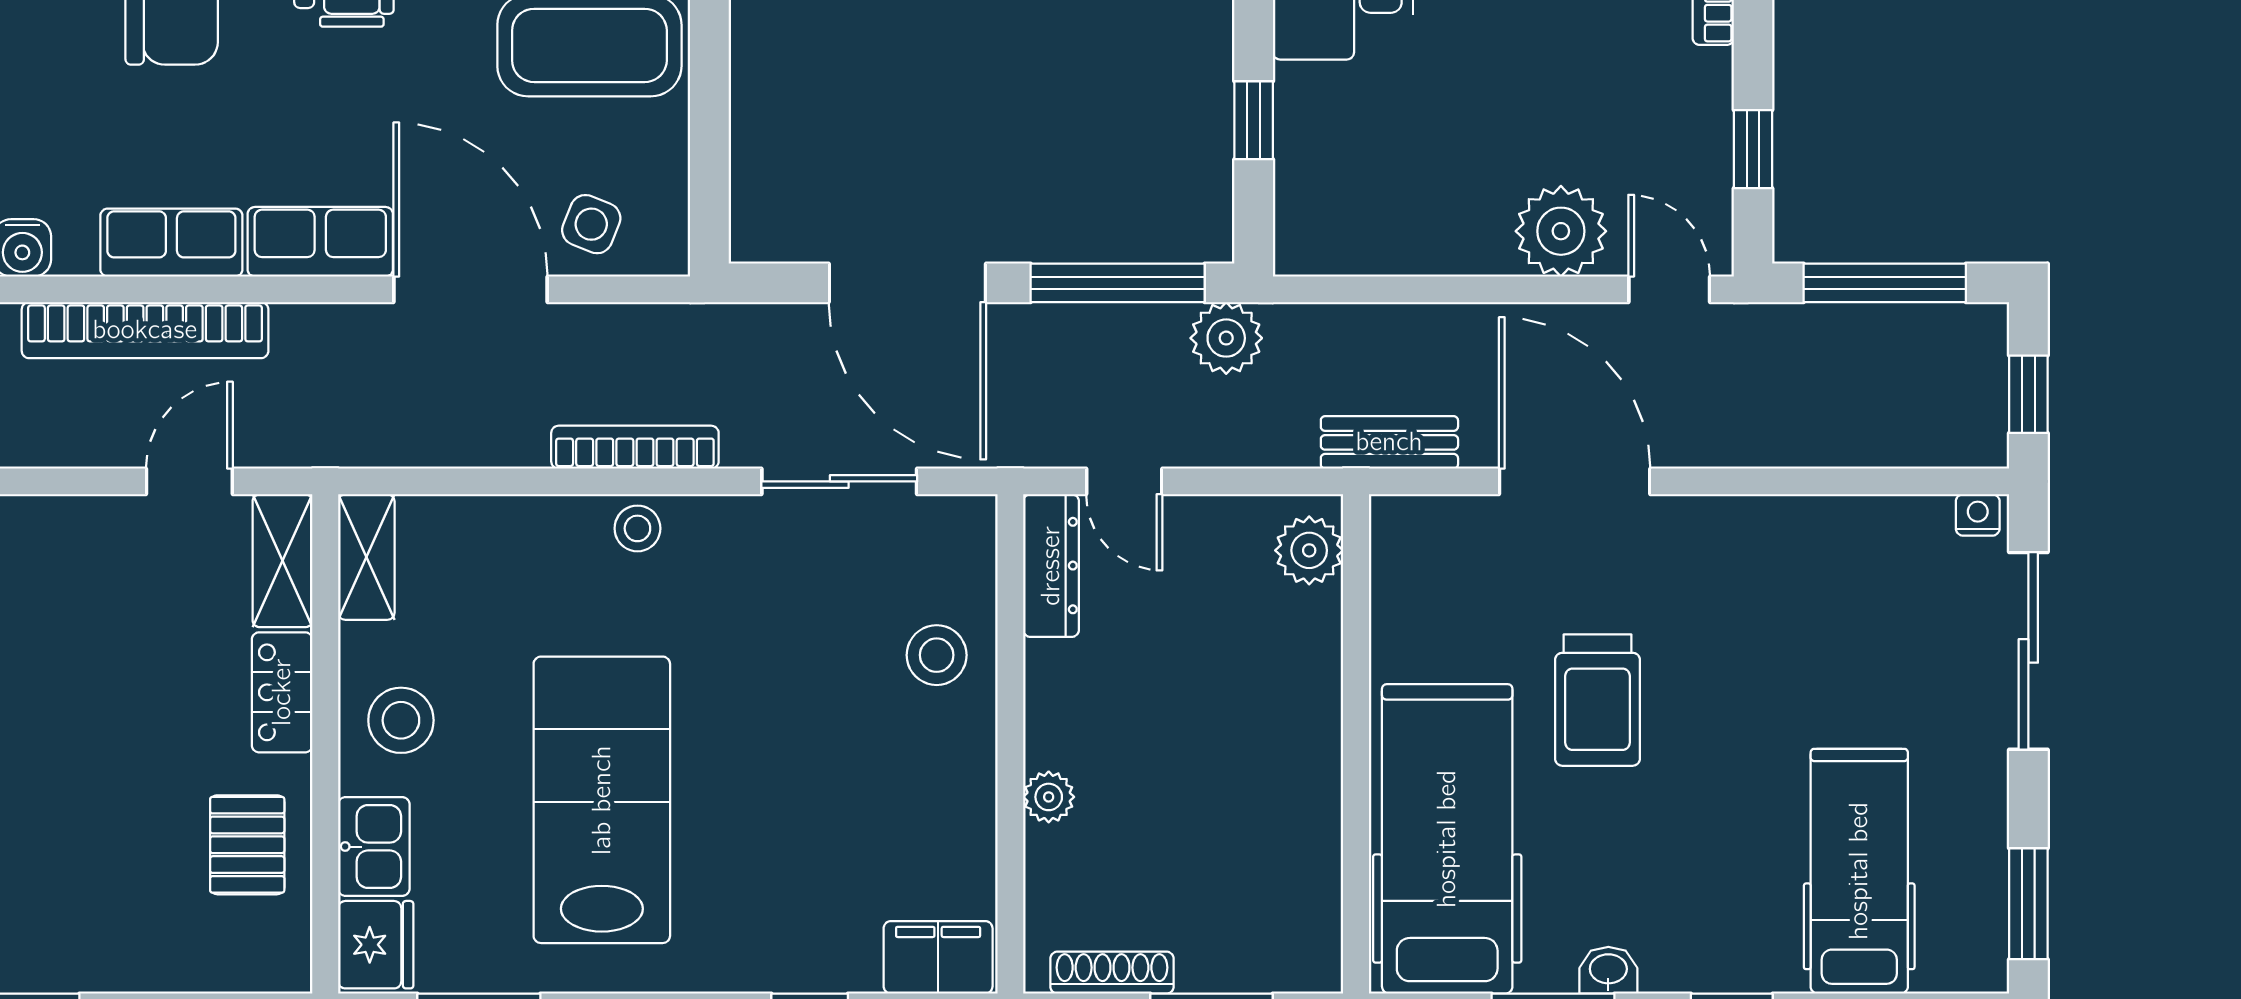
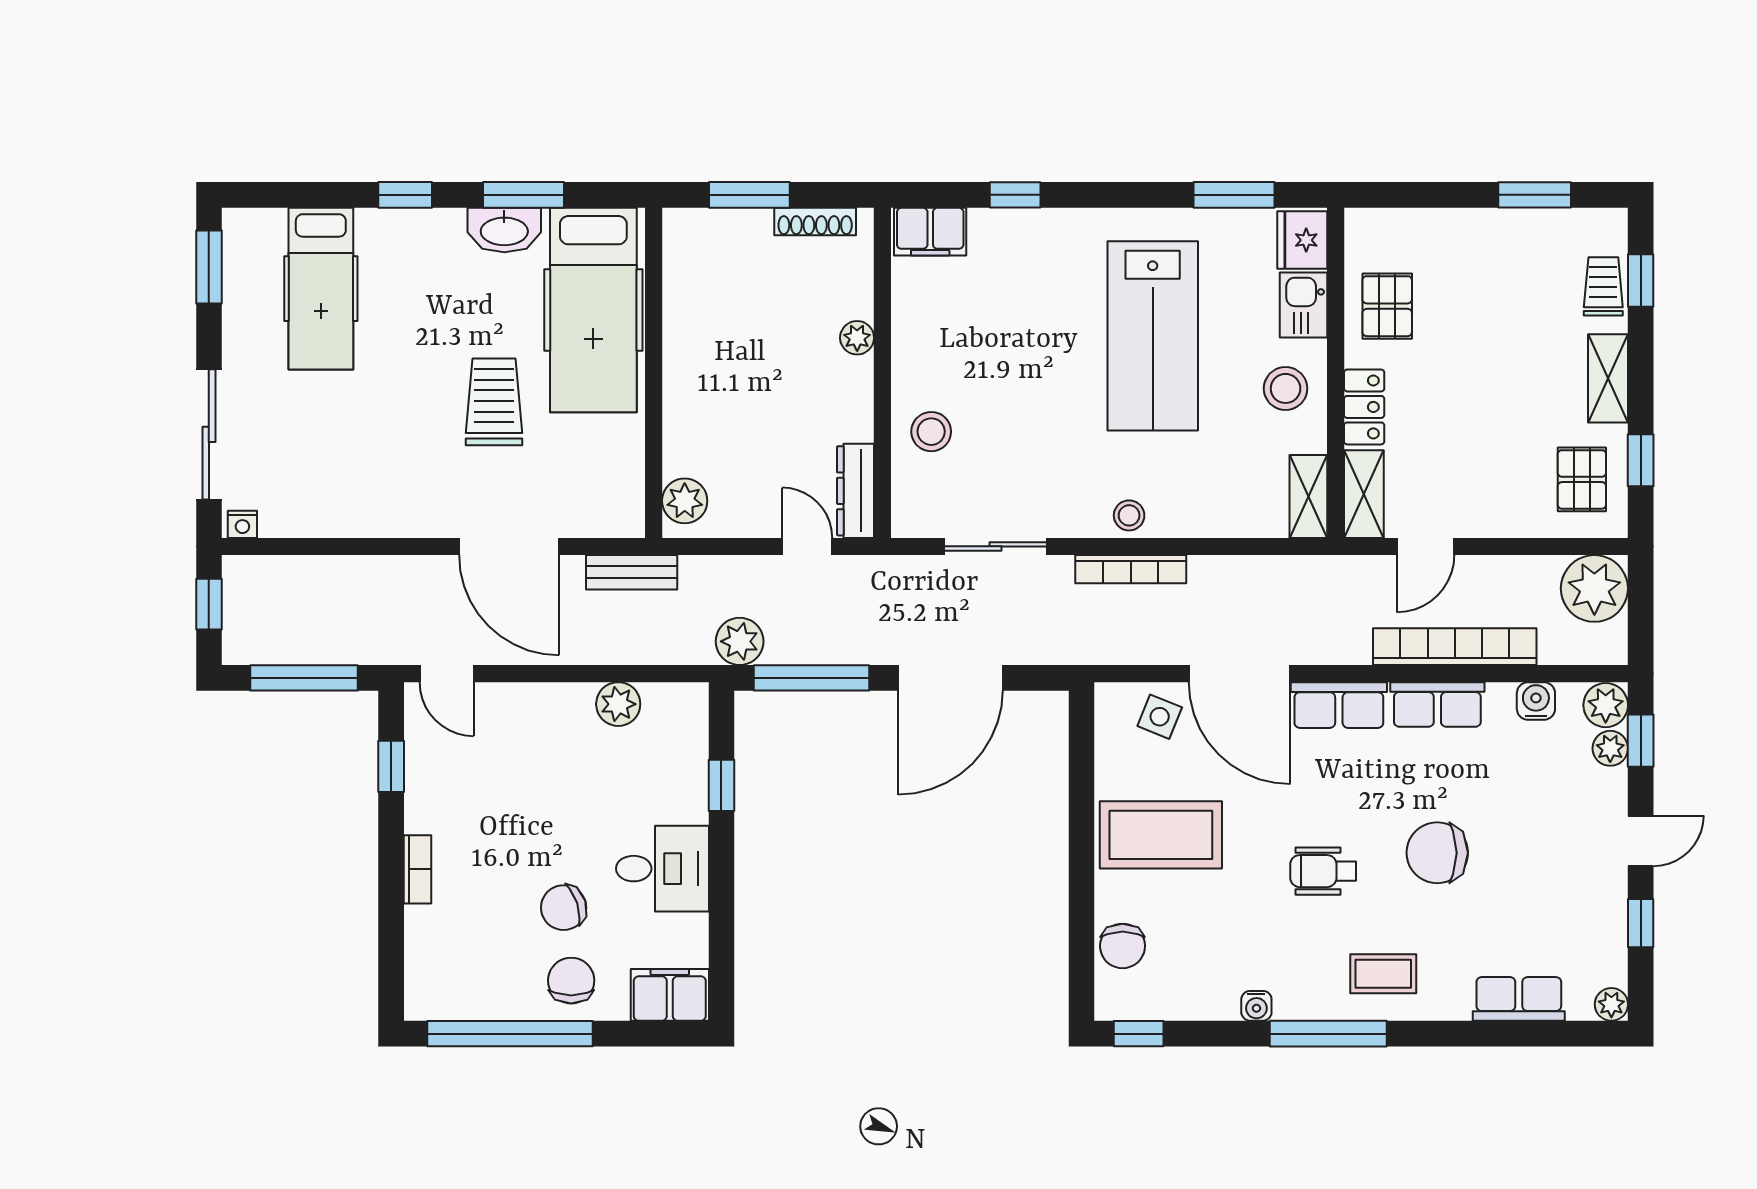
plant: (1561, 231) -> (618, 704), moved, width x0.73, depth x0.73
door: (907, 283) -> (951, 678), swing flipped
washbasin: (1608, 970) -> (504, 230), width x1.91, depth x1.45

